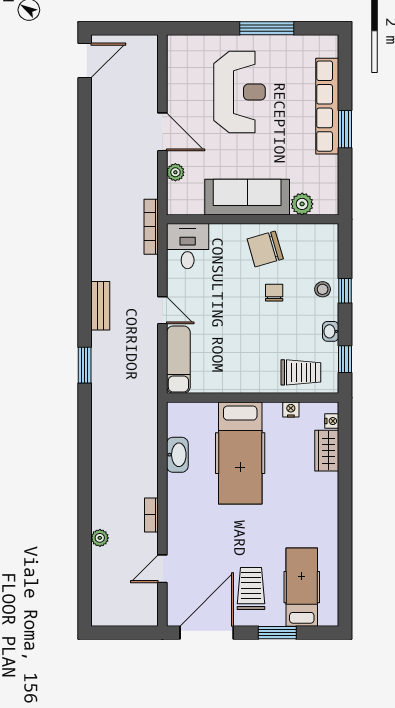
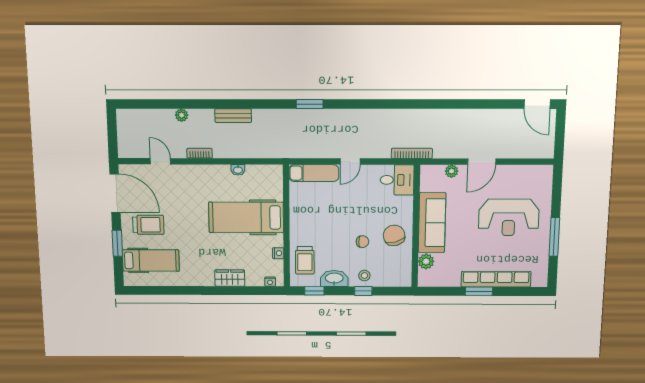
bench: (100, 306) -> (233, 116), moved
washbasin: (331, 331) -> (334, 279), width x1.91, depth x1.45
wardrobe: (327, 451) -> (230, 278), moved
washbasin: (177, 455) -> (238, 170), width x0.52, depth x0.69

